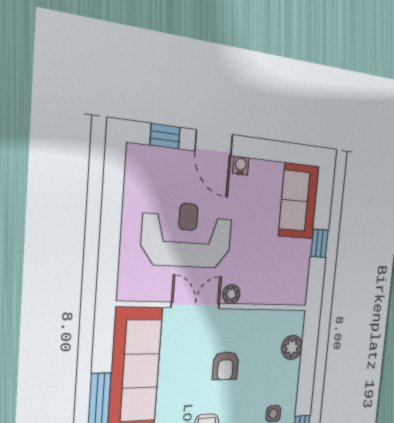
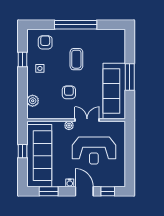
window: (282, 152) -> (49, 191), added
sofa: (299, 201) -> (39, 156), width x1.85, depth x1.27
double door: (195, 305) -> (87, 120), swing flipped

